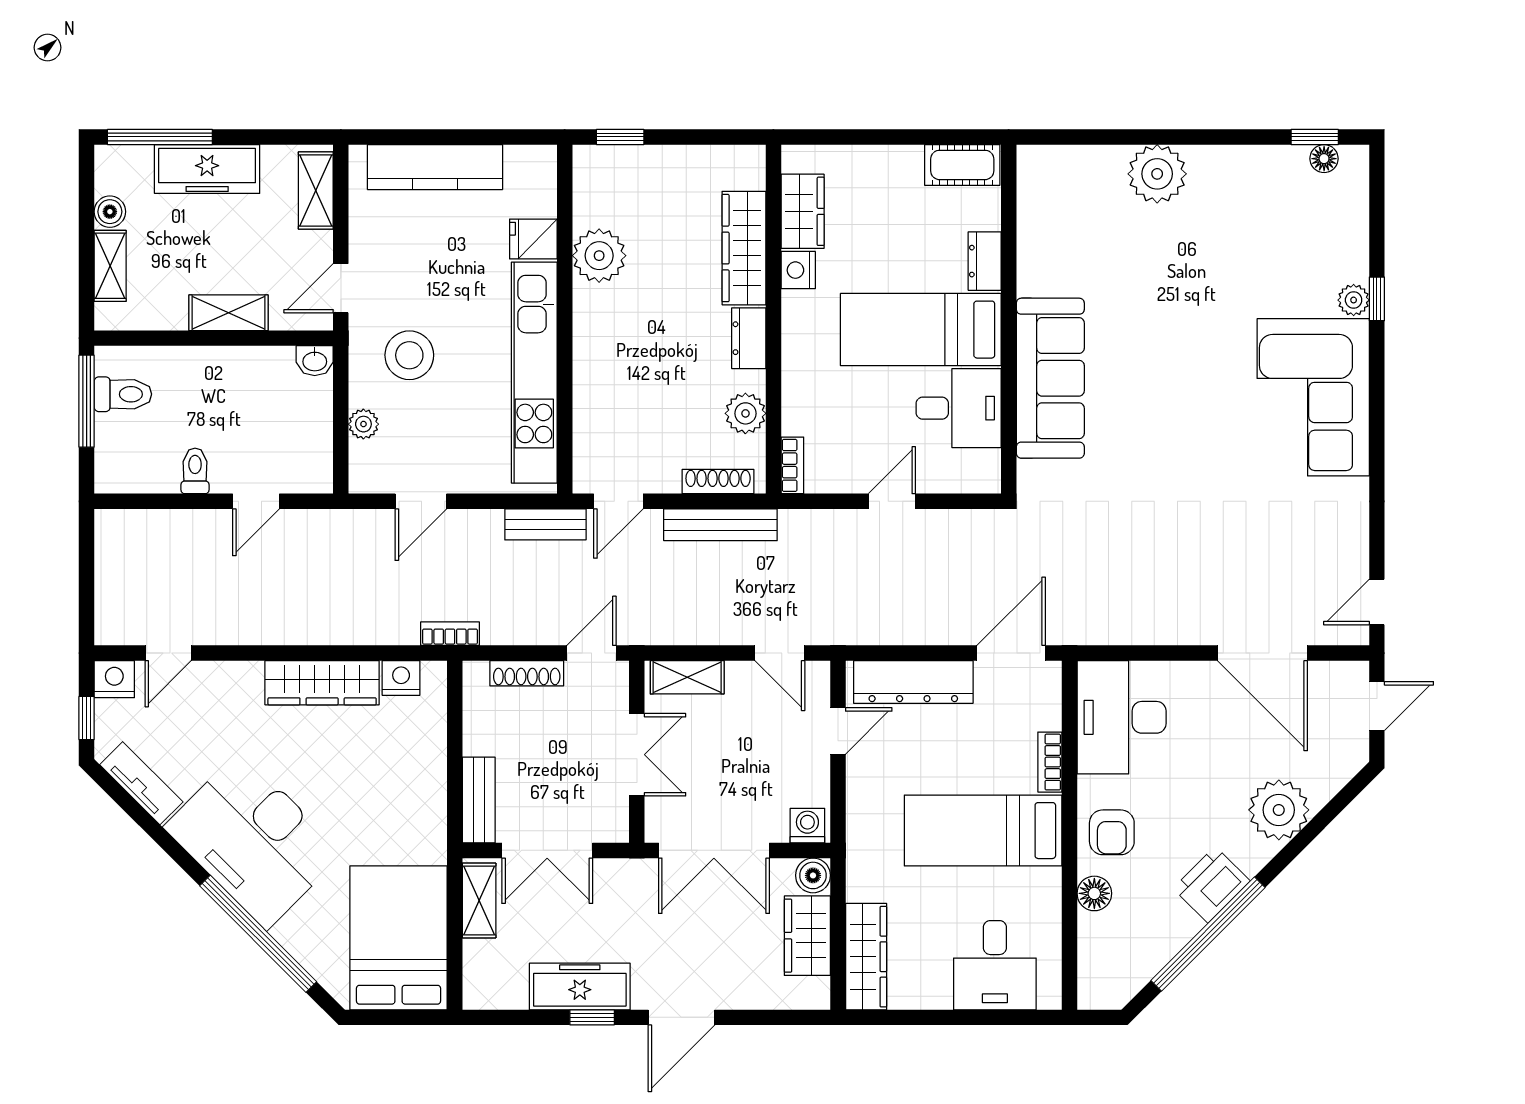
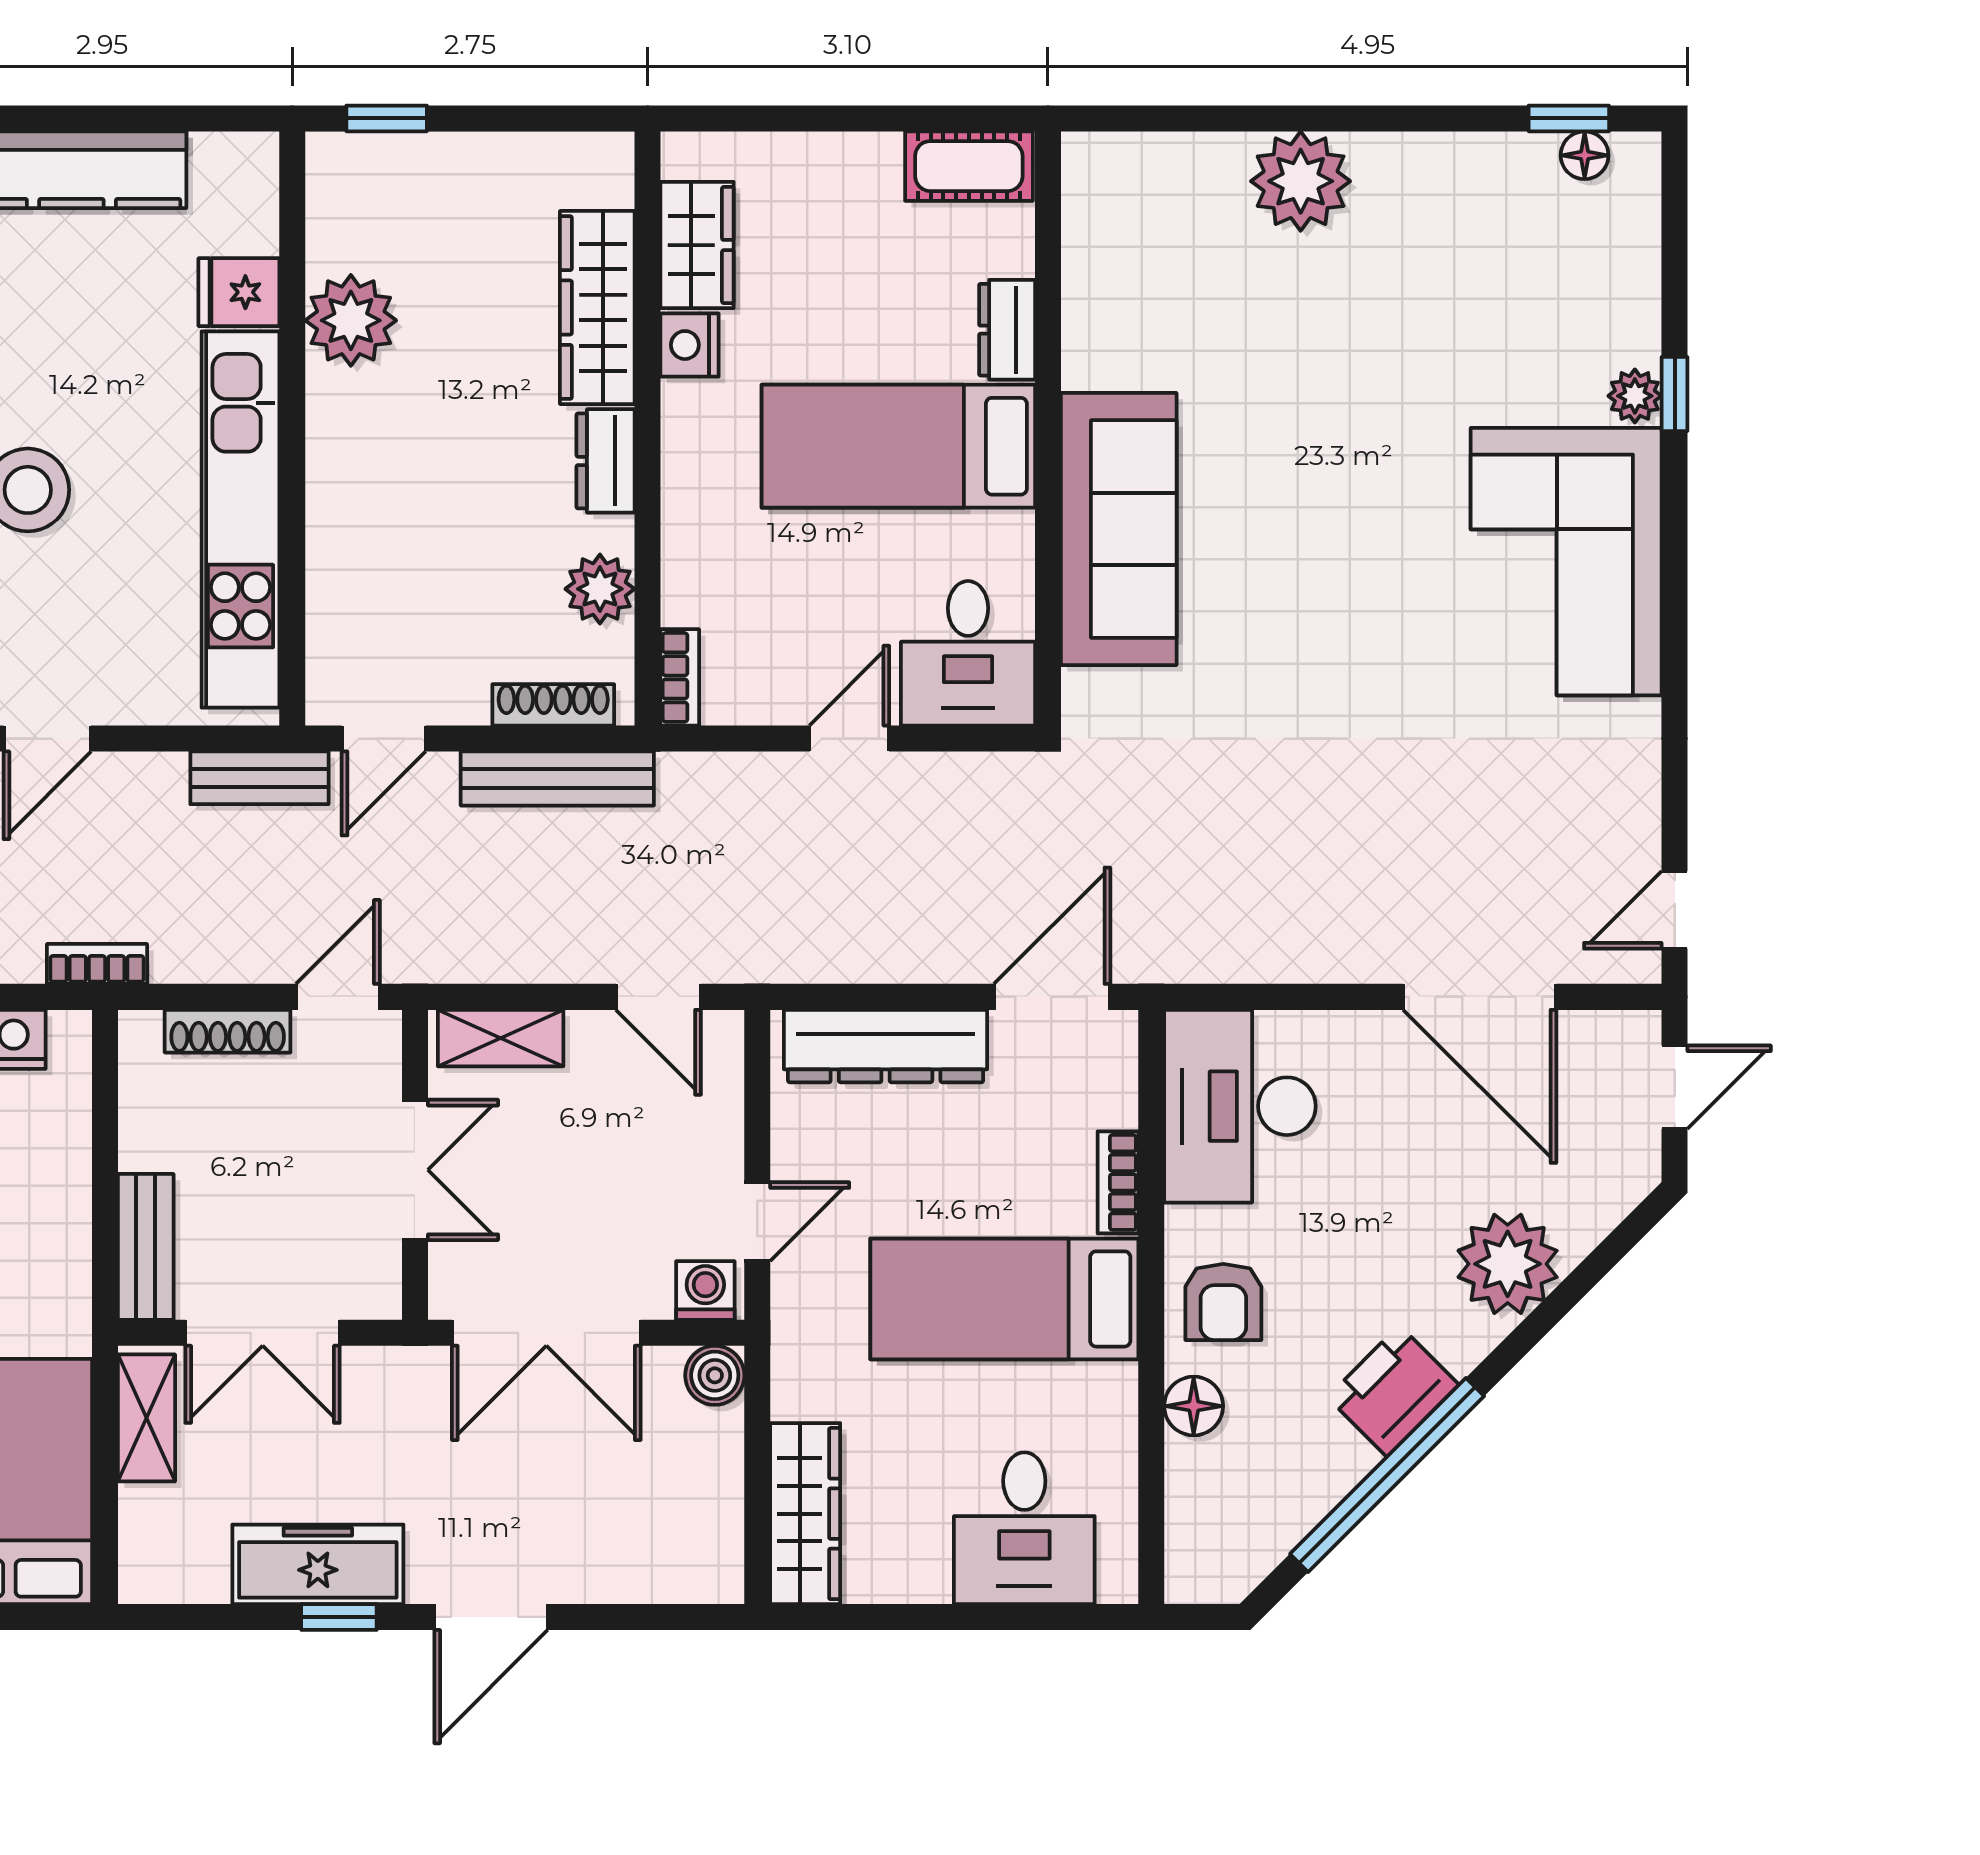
desk: (959, 408) -> (968, 653), moved, turned 90
door: (838, 731) -> (757, 1222), moved
wardrobe: (807, 936) -> (705, 1478), removed

